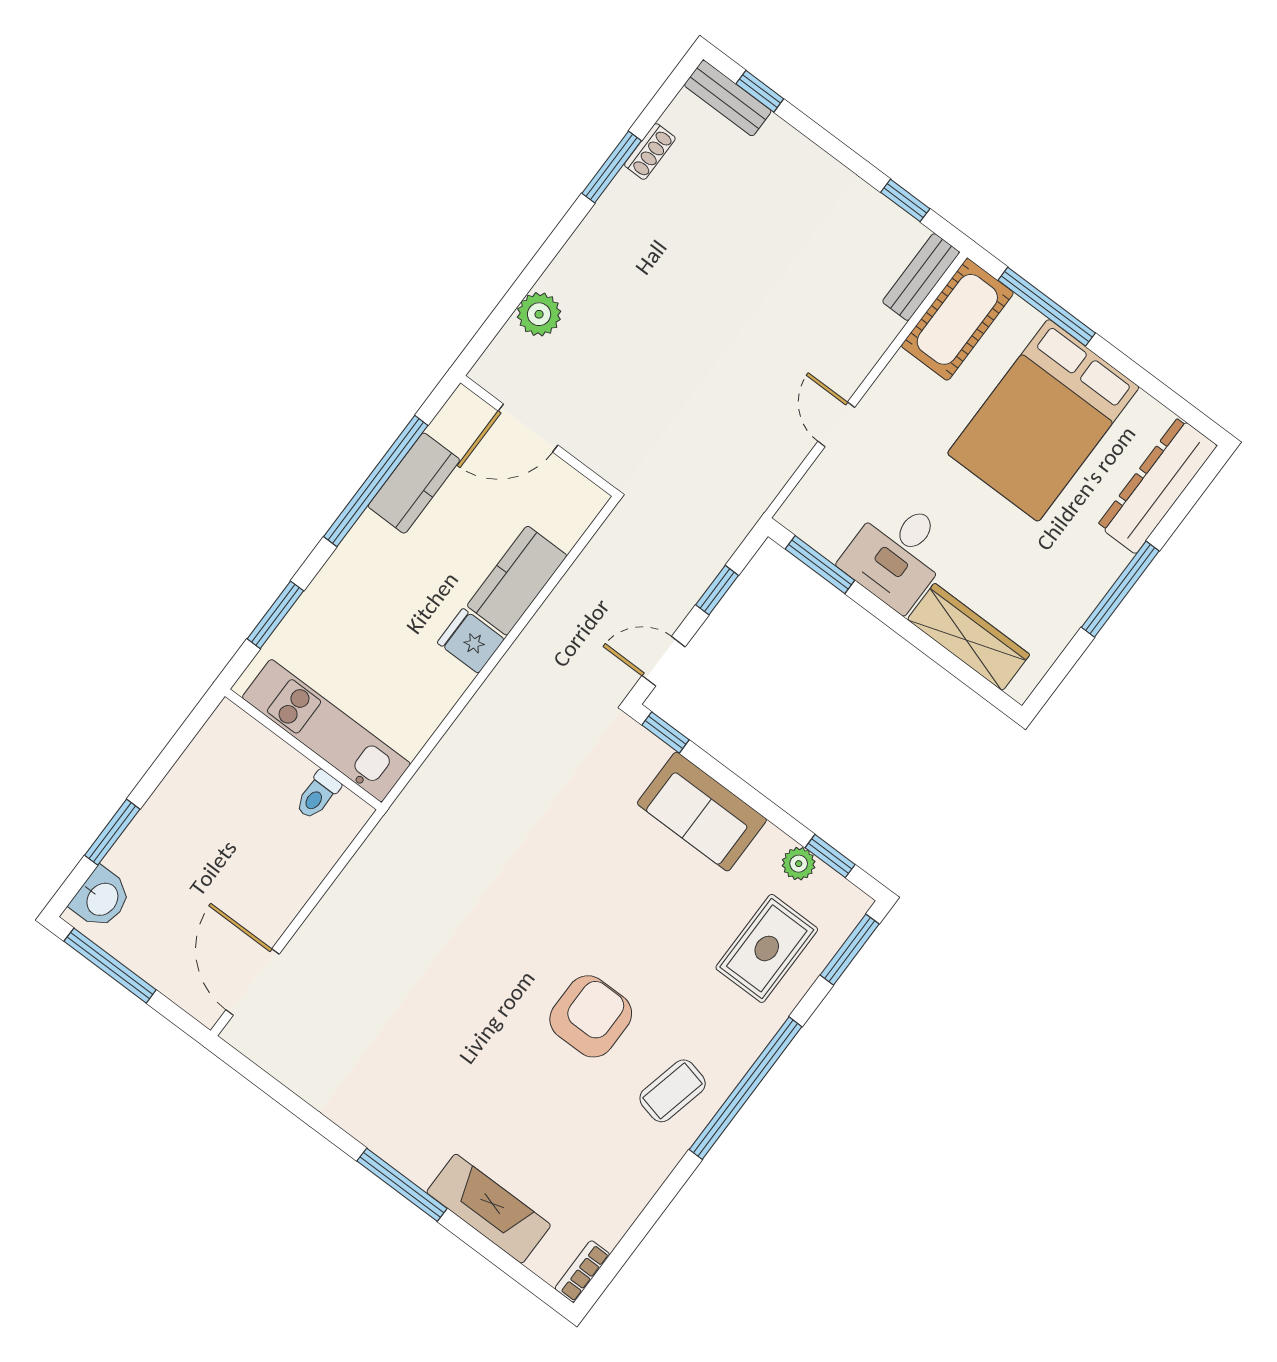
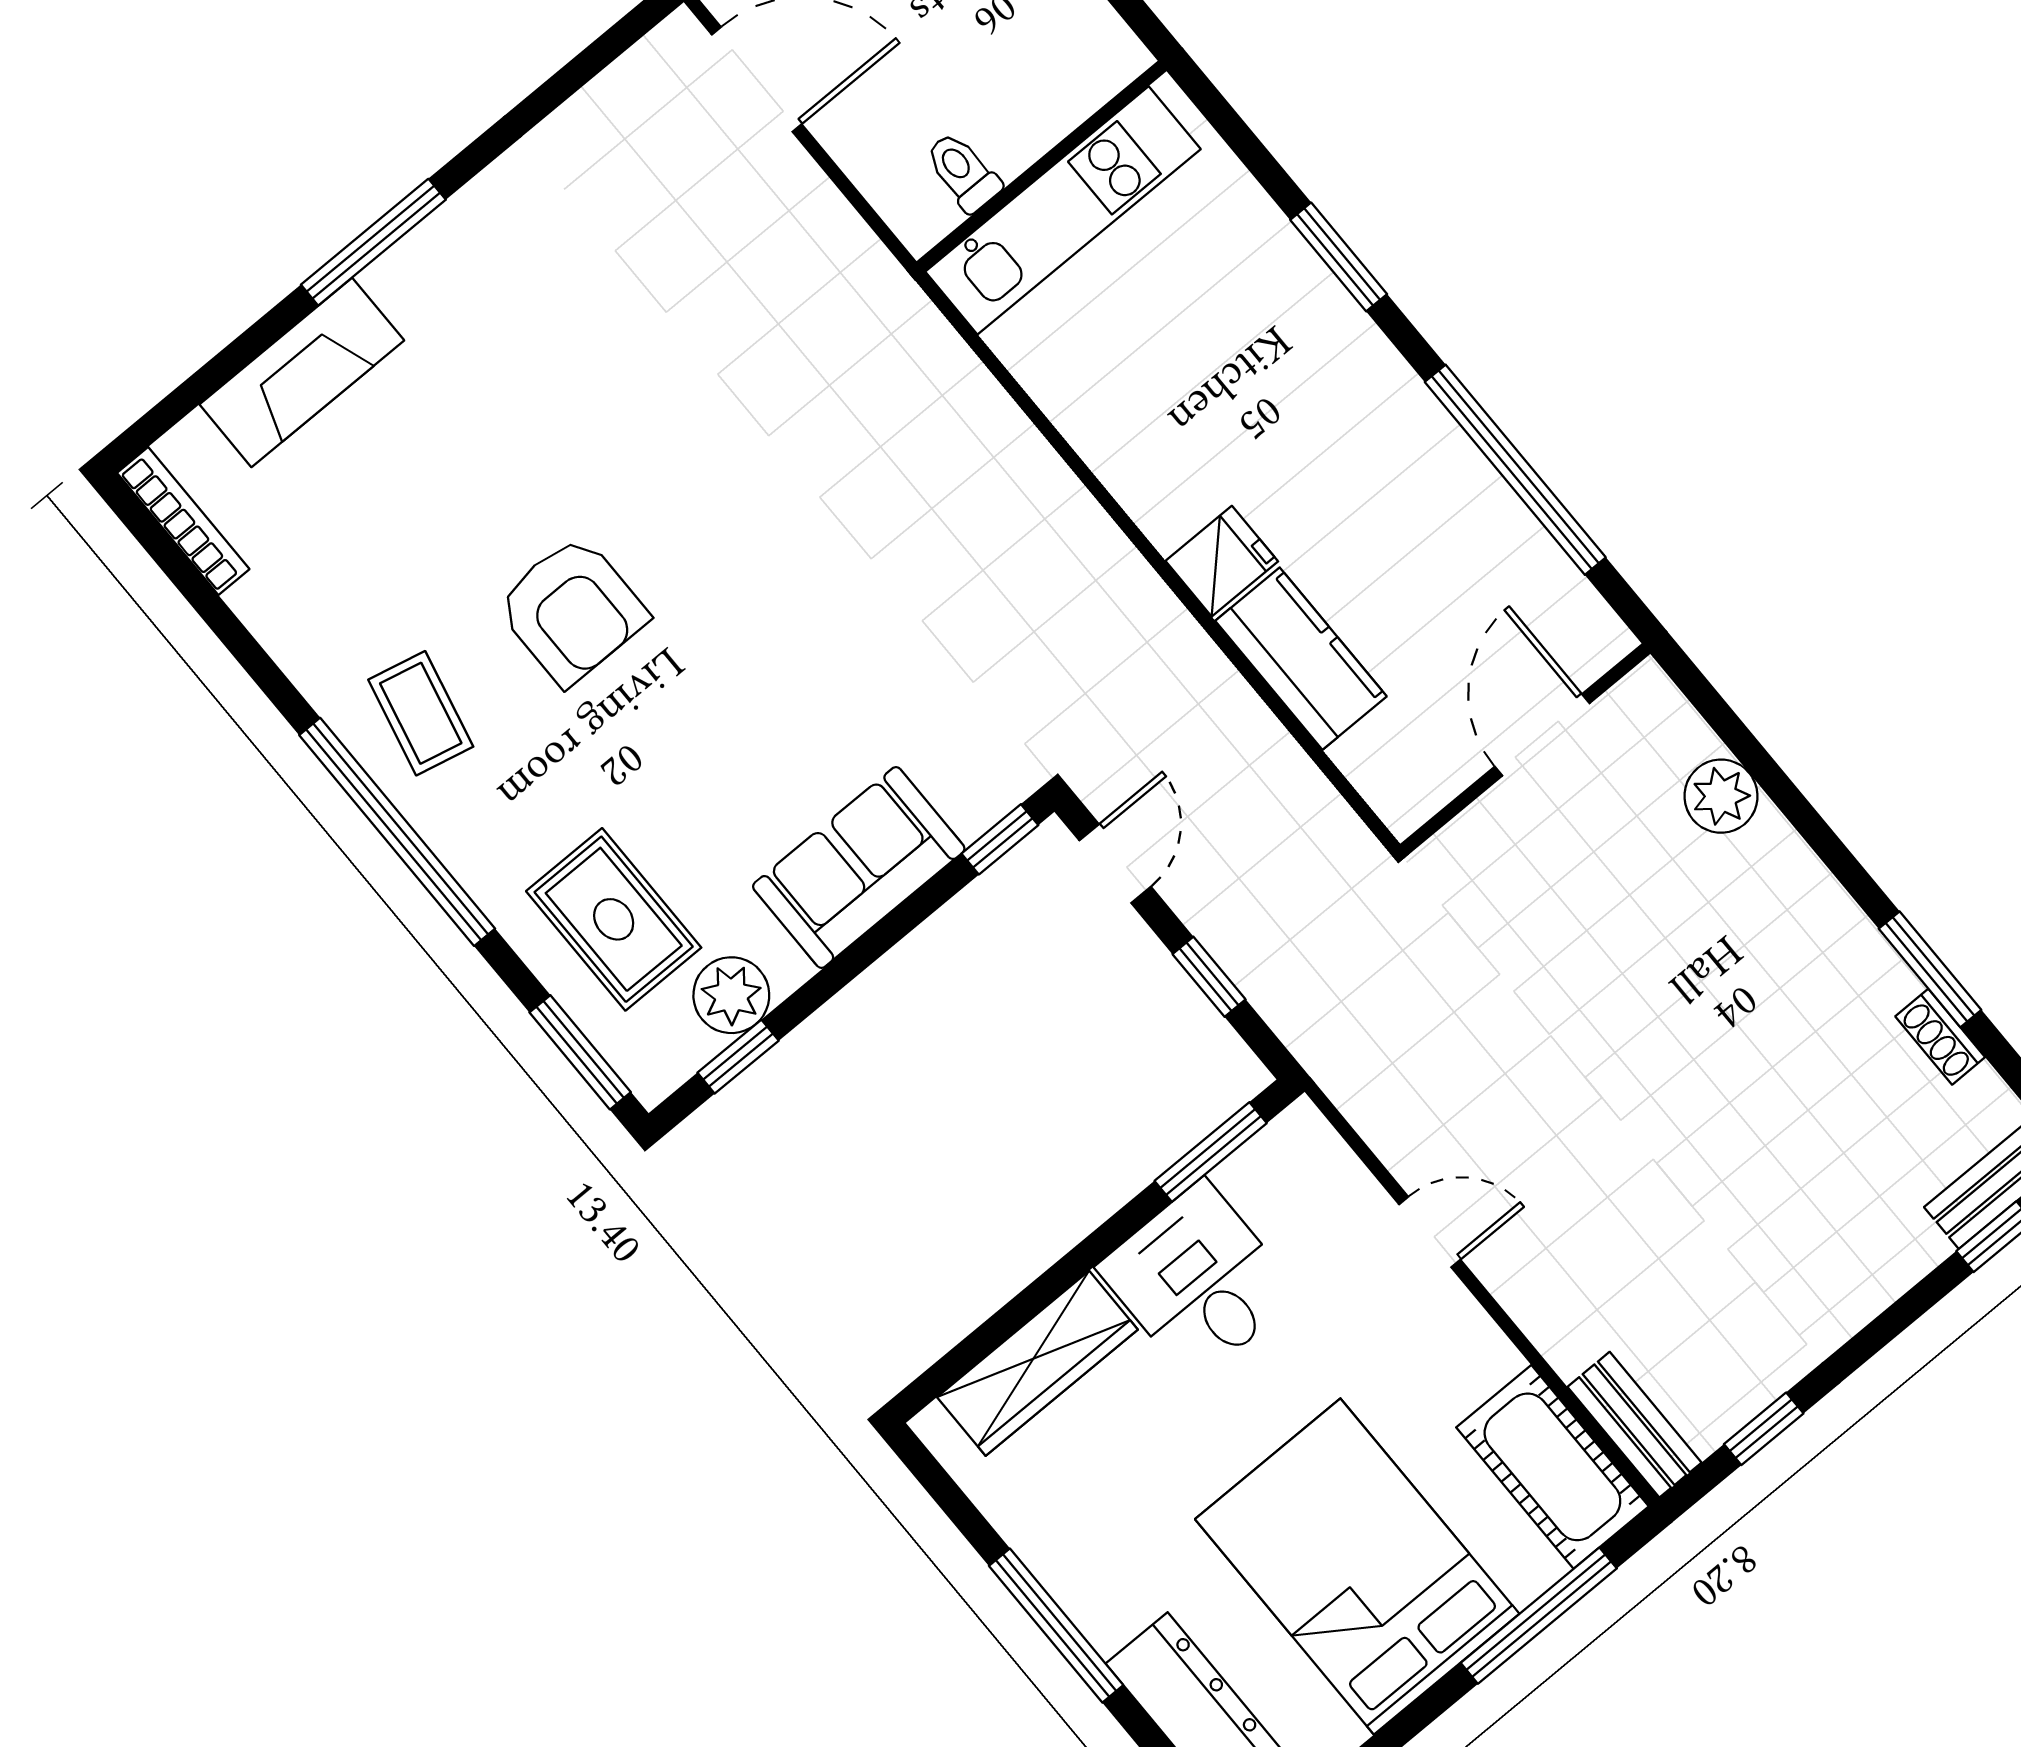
kitchen counter: (414, 483) -> (1497, 530), removed
kitchen unit: (326, 731) -> (1063, 210), moved
wall: (303, 749) -> (1042, 166), moved
toilet: (318, 795) -> (963, 172), moved
plant: (799, 864) -> (731, 995), width x1.38, depth x1.38
bookcase: (582, 1271) -> (183, 521), width x1.56

